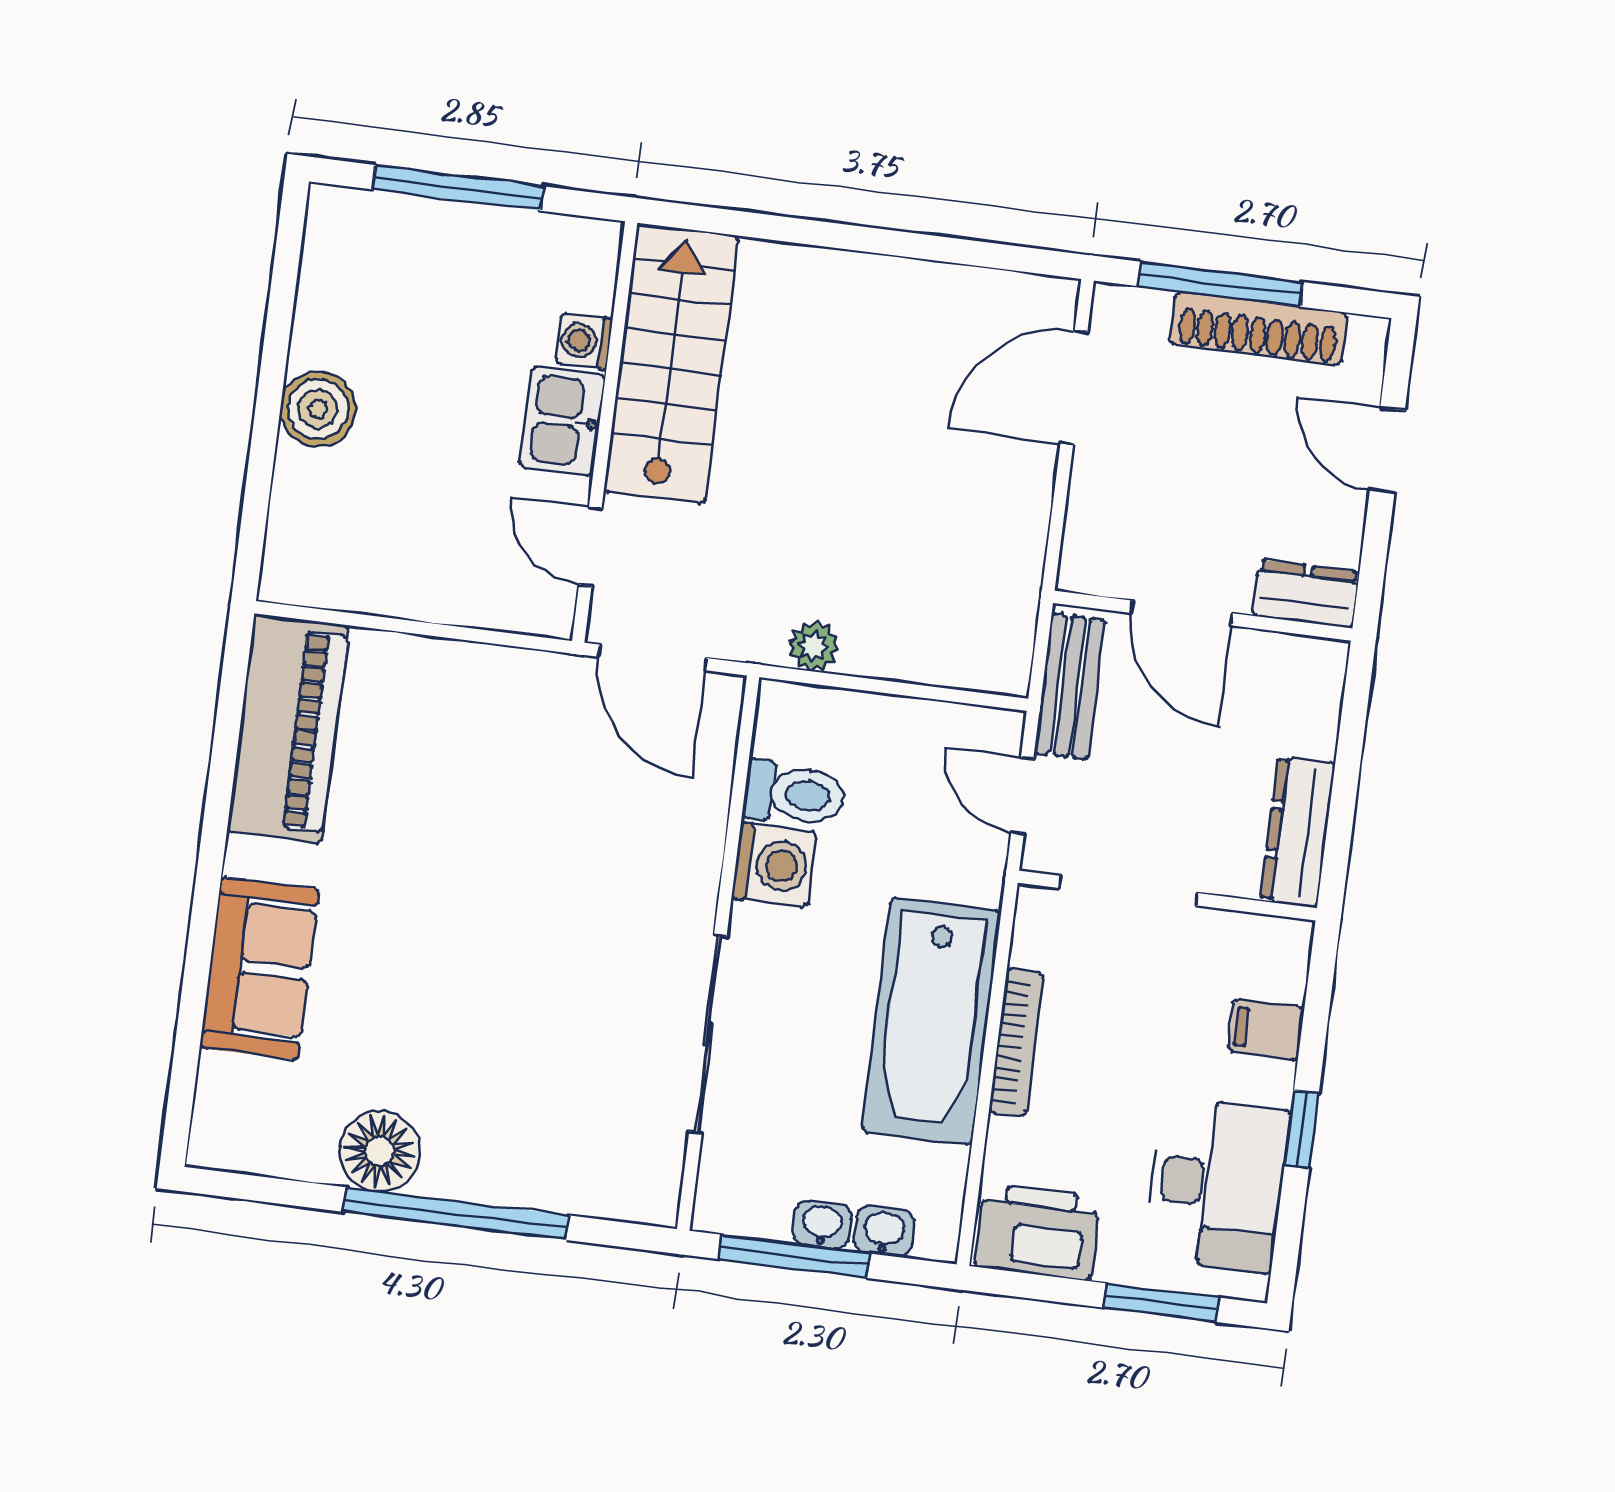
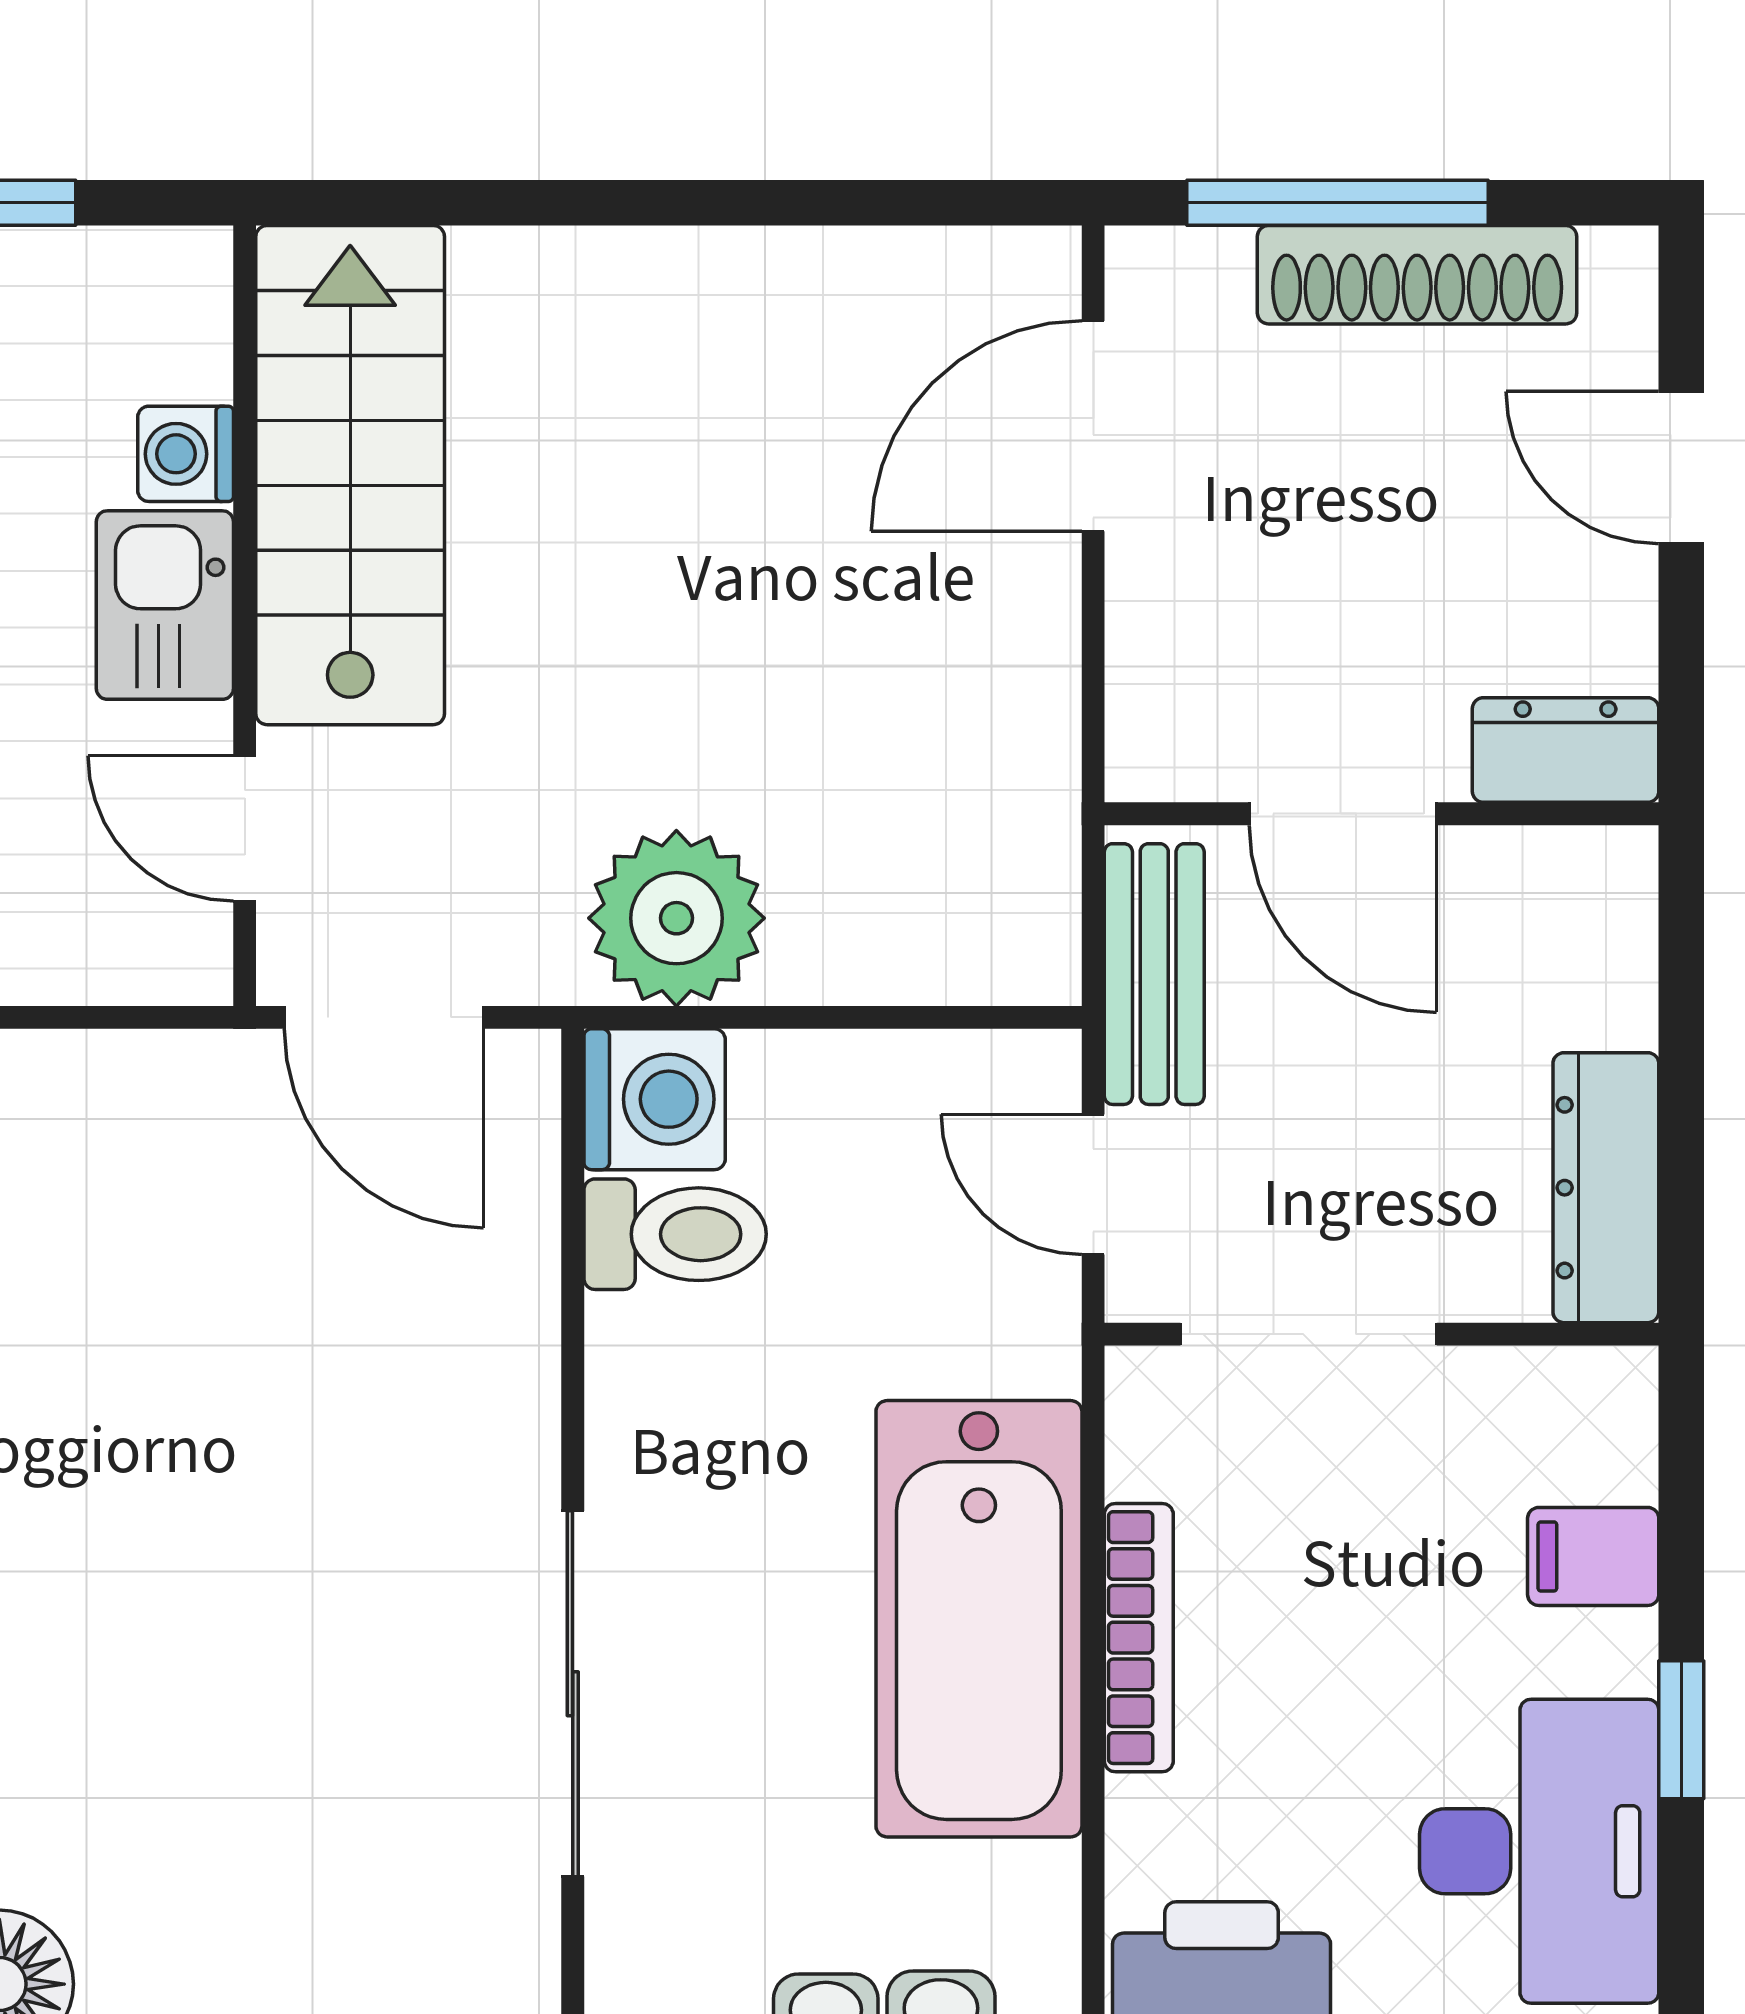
plant: (814, 646) -> (676, 918), width x1.87, depth x1.87
washing machine: (774, 865) -> (655, 1099), moved

